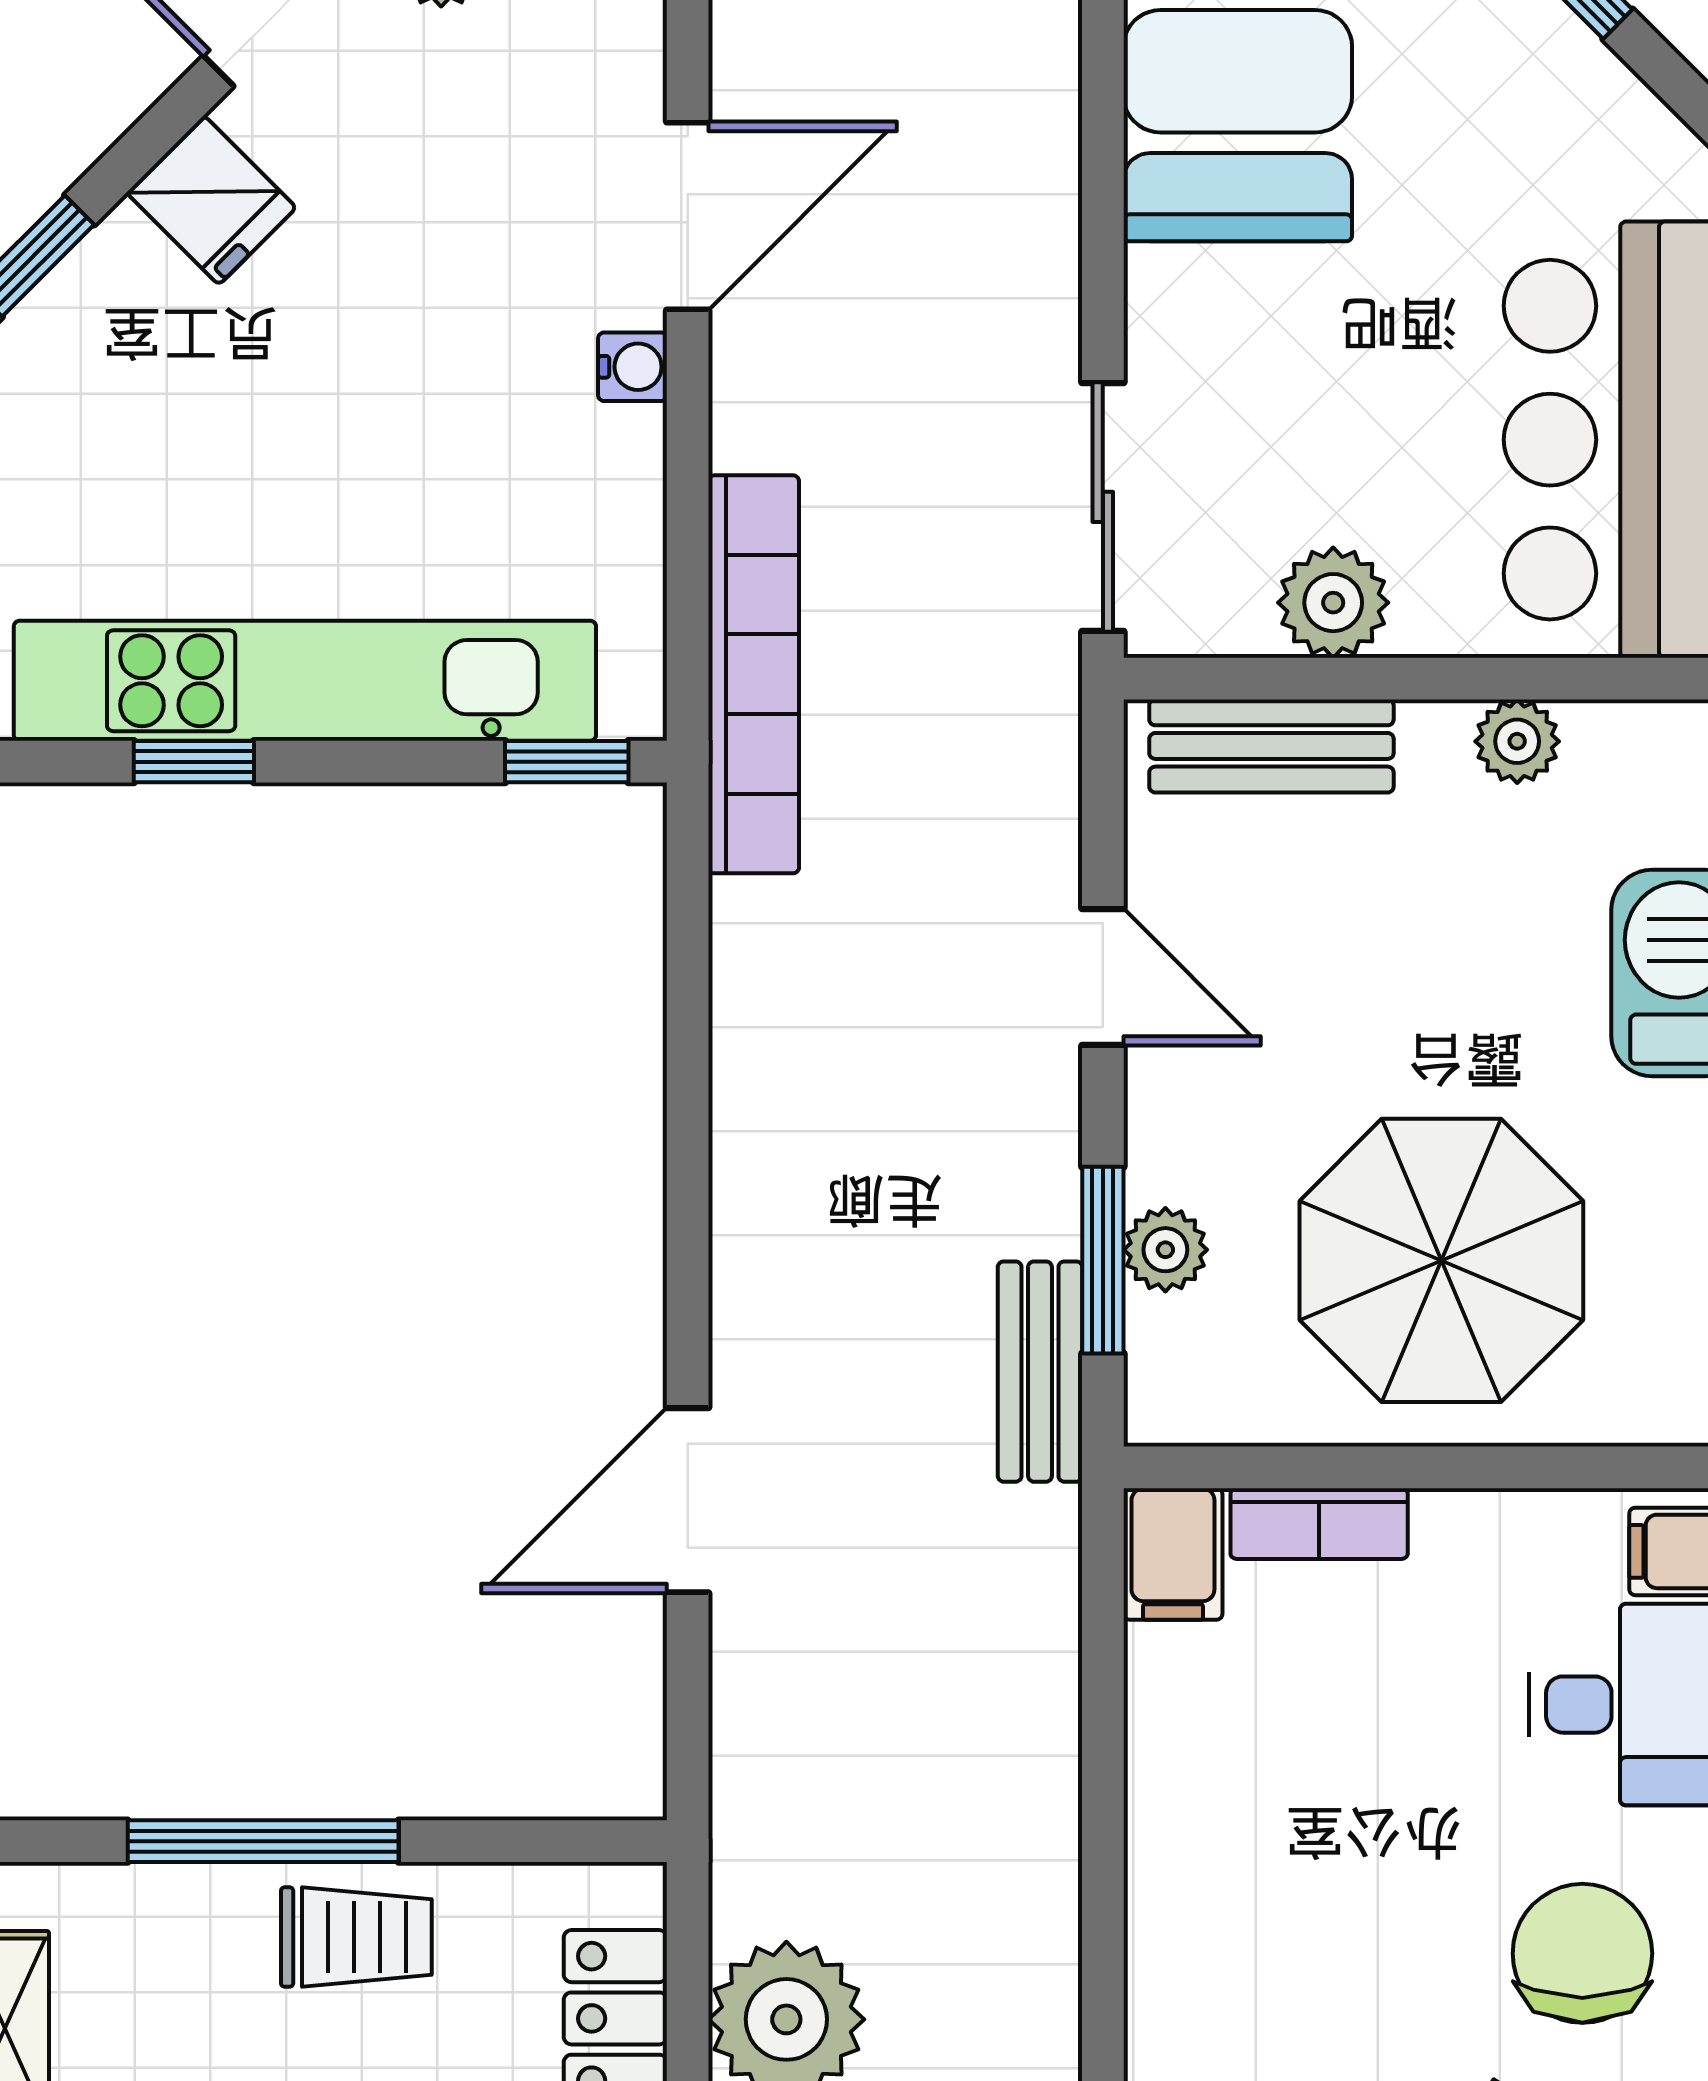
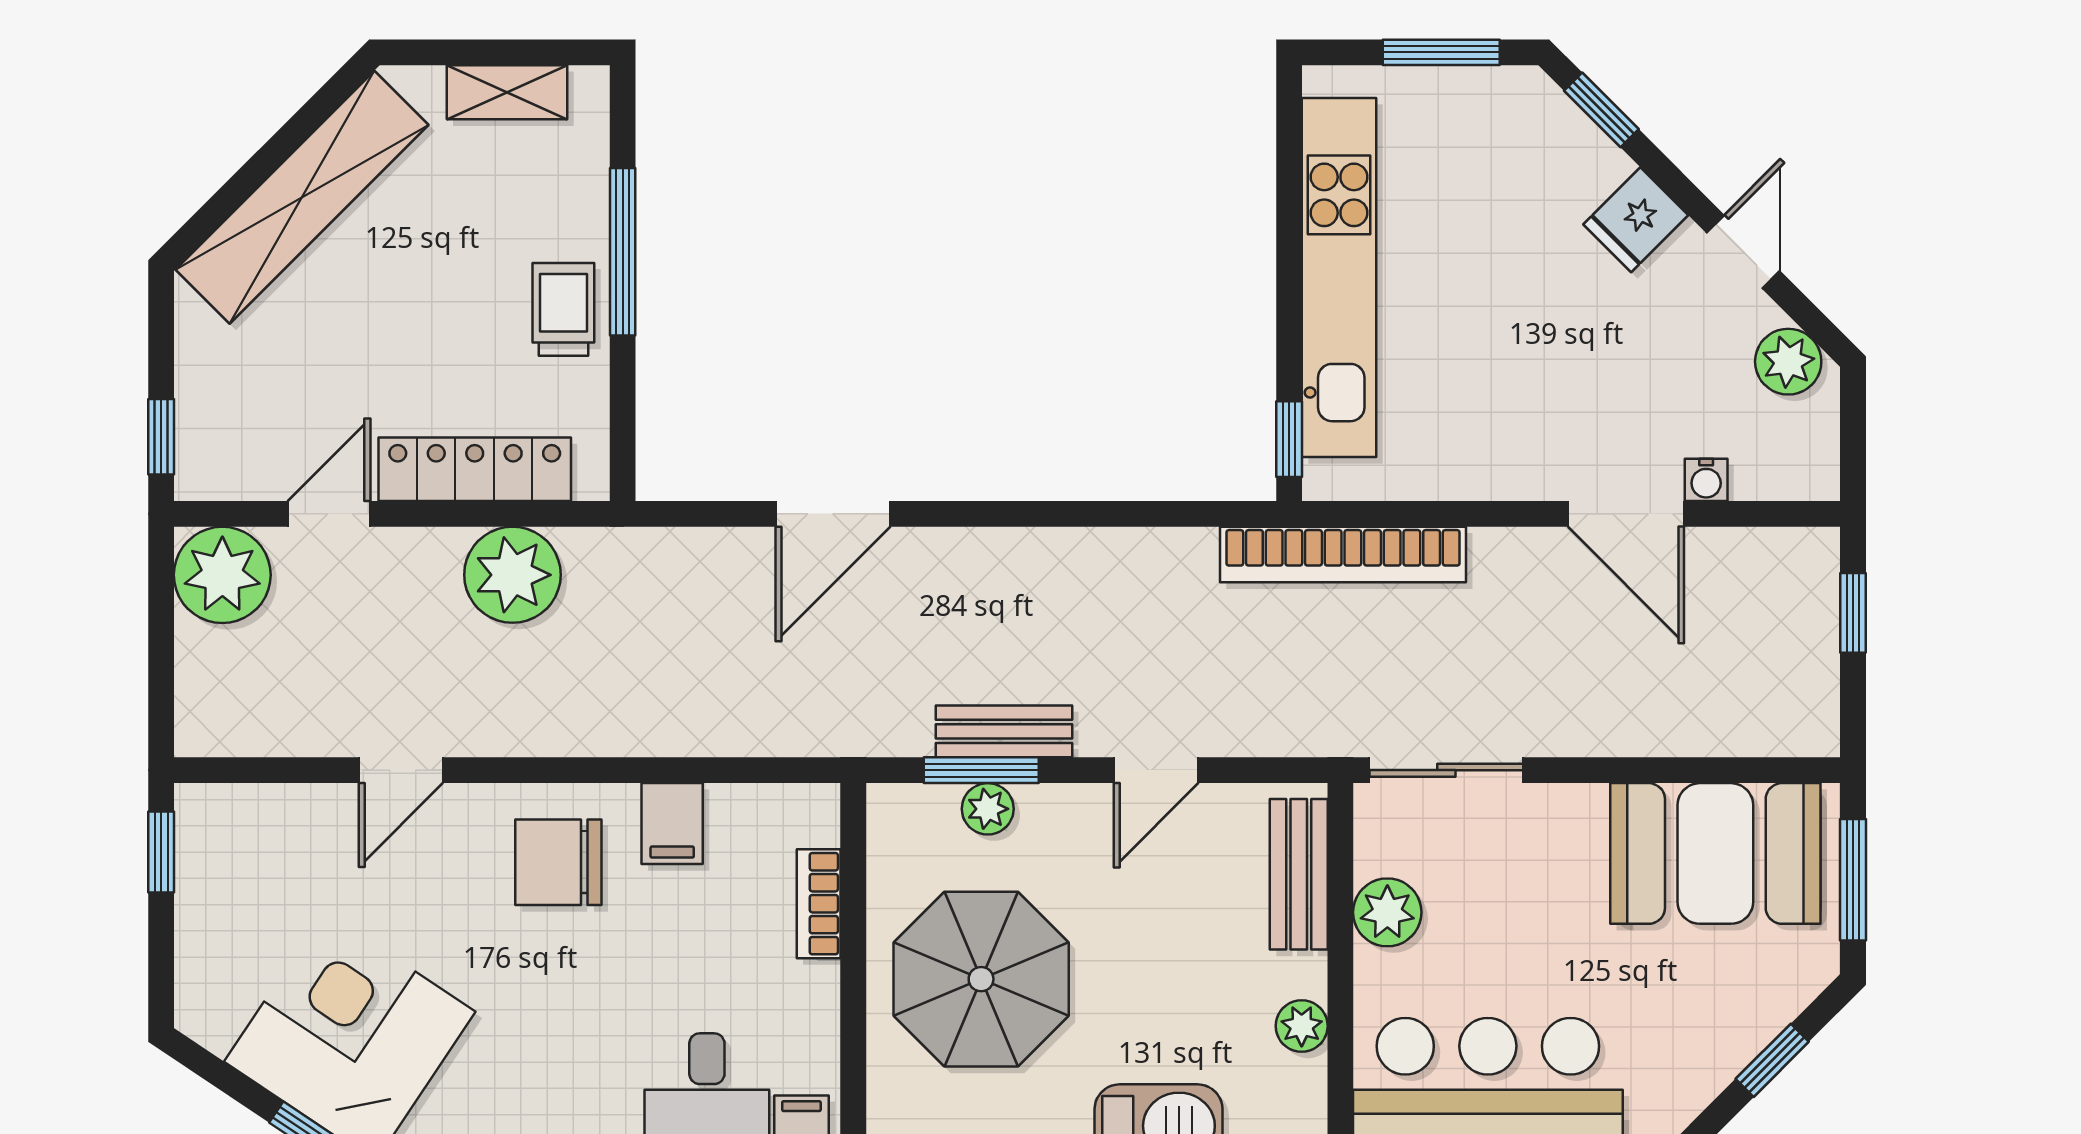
water cooler: (633, 367) -> (1706, 480), moved
window: (194, 762) -> (1289, 209), removed
bench: (1040, 1372) -> (1004, 731), moved
door: (688, 1500) -> (833, 514), swing flipped
filing cabinet: (1173, 1554) -> (672, 824), moved, turned -90
trolley: (356, 1937) -> (563, 309), turned 180
chair: (1582, 1953) -> (558, 862), moved, turned 180

